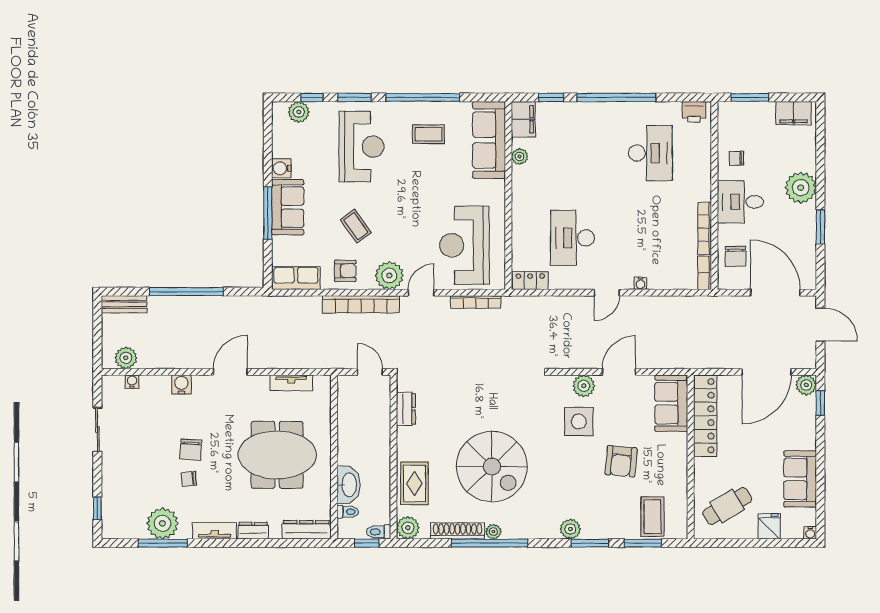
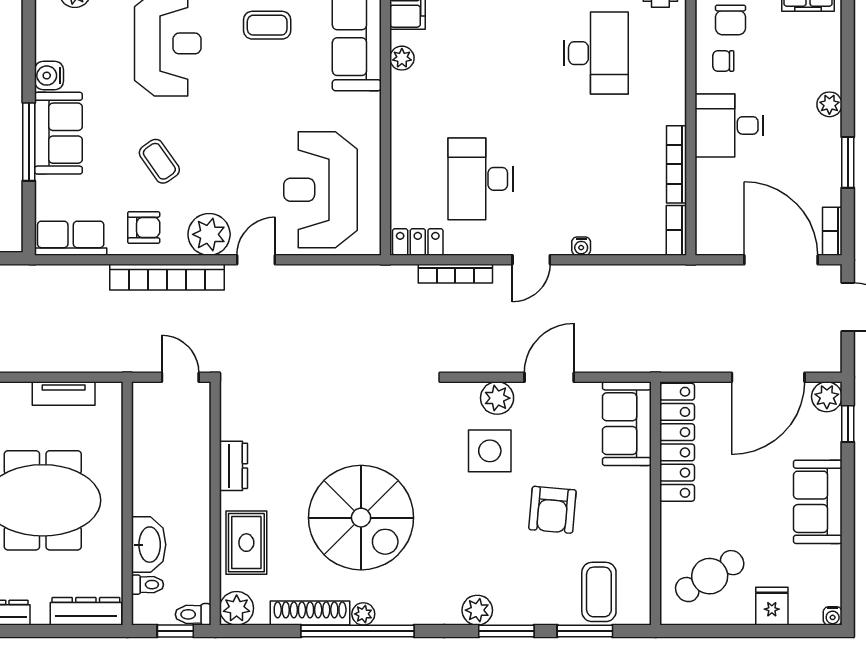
plant: (801, 188) -> (829, 104), width x0.53, depth x0.53
chair: (736, 256) -> (730, 20), moved
bookcase: (810, 273) -> (832, 231), added
bookcase: (476, 302) -> (455, 274), moved
dresser: (406, 409) -> (234, 466), moved
sofa: (800, 479) -> (818, 502), moved

